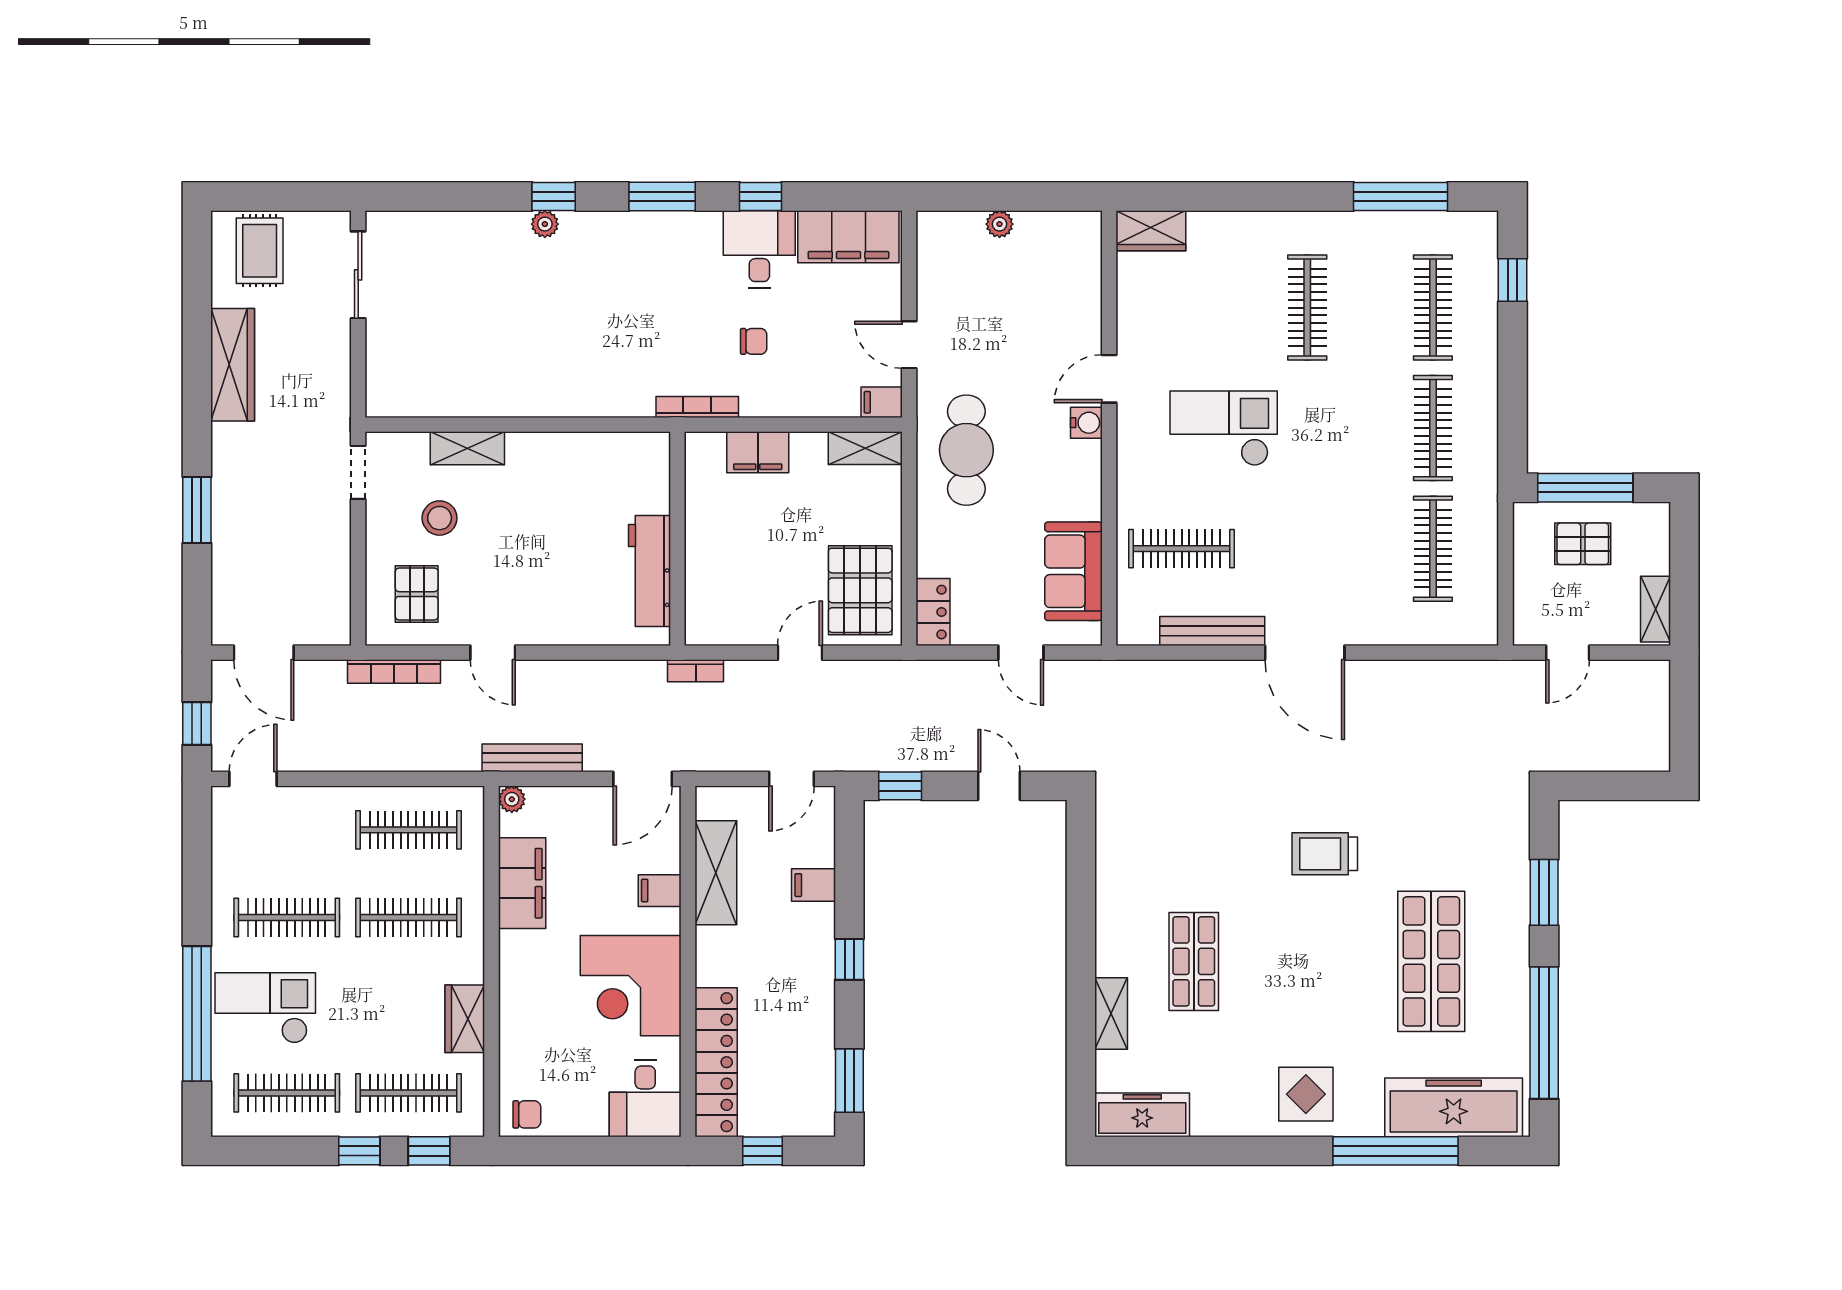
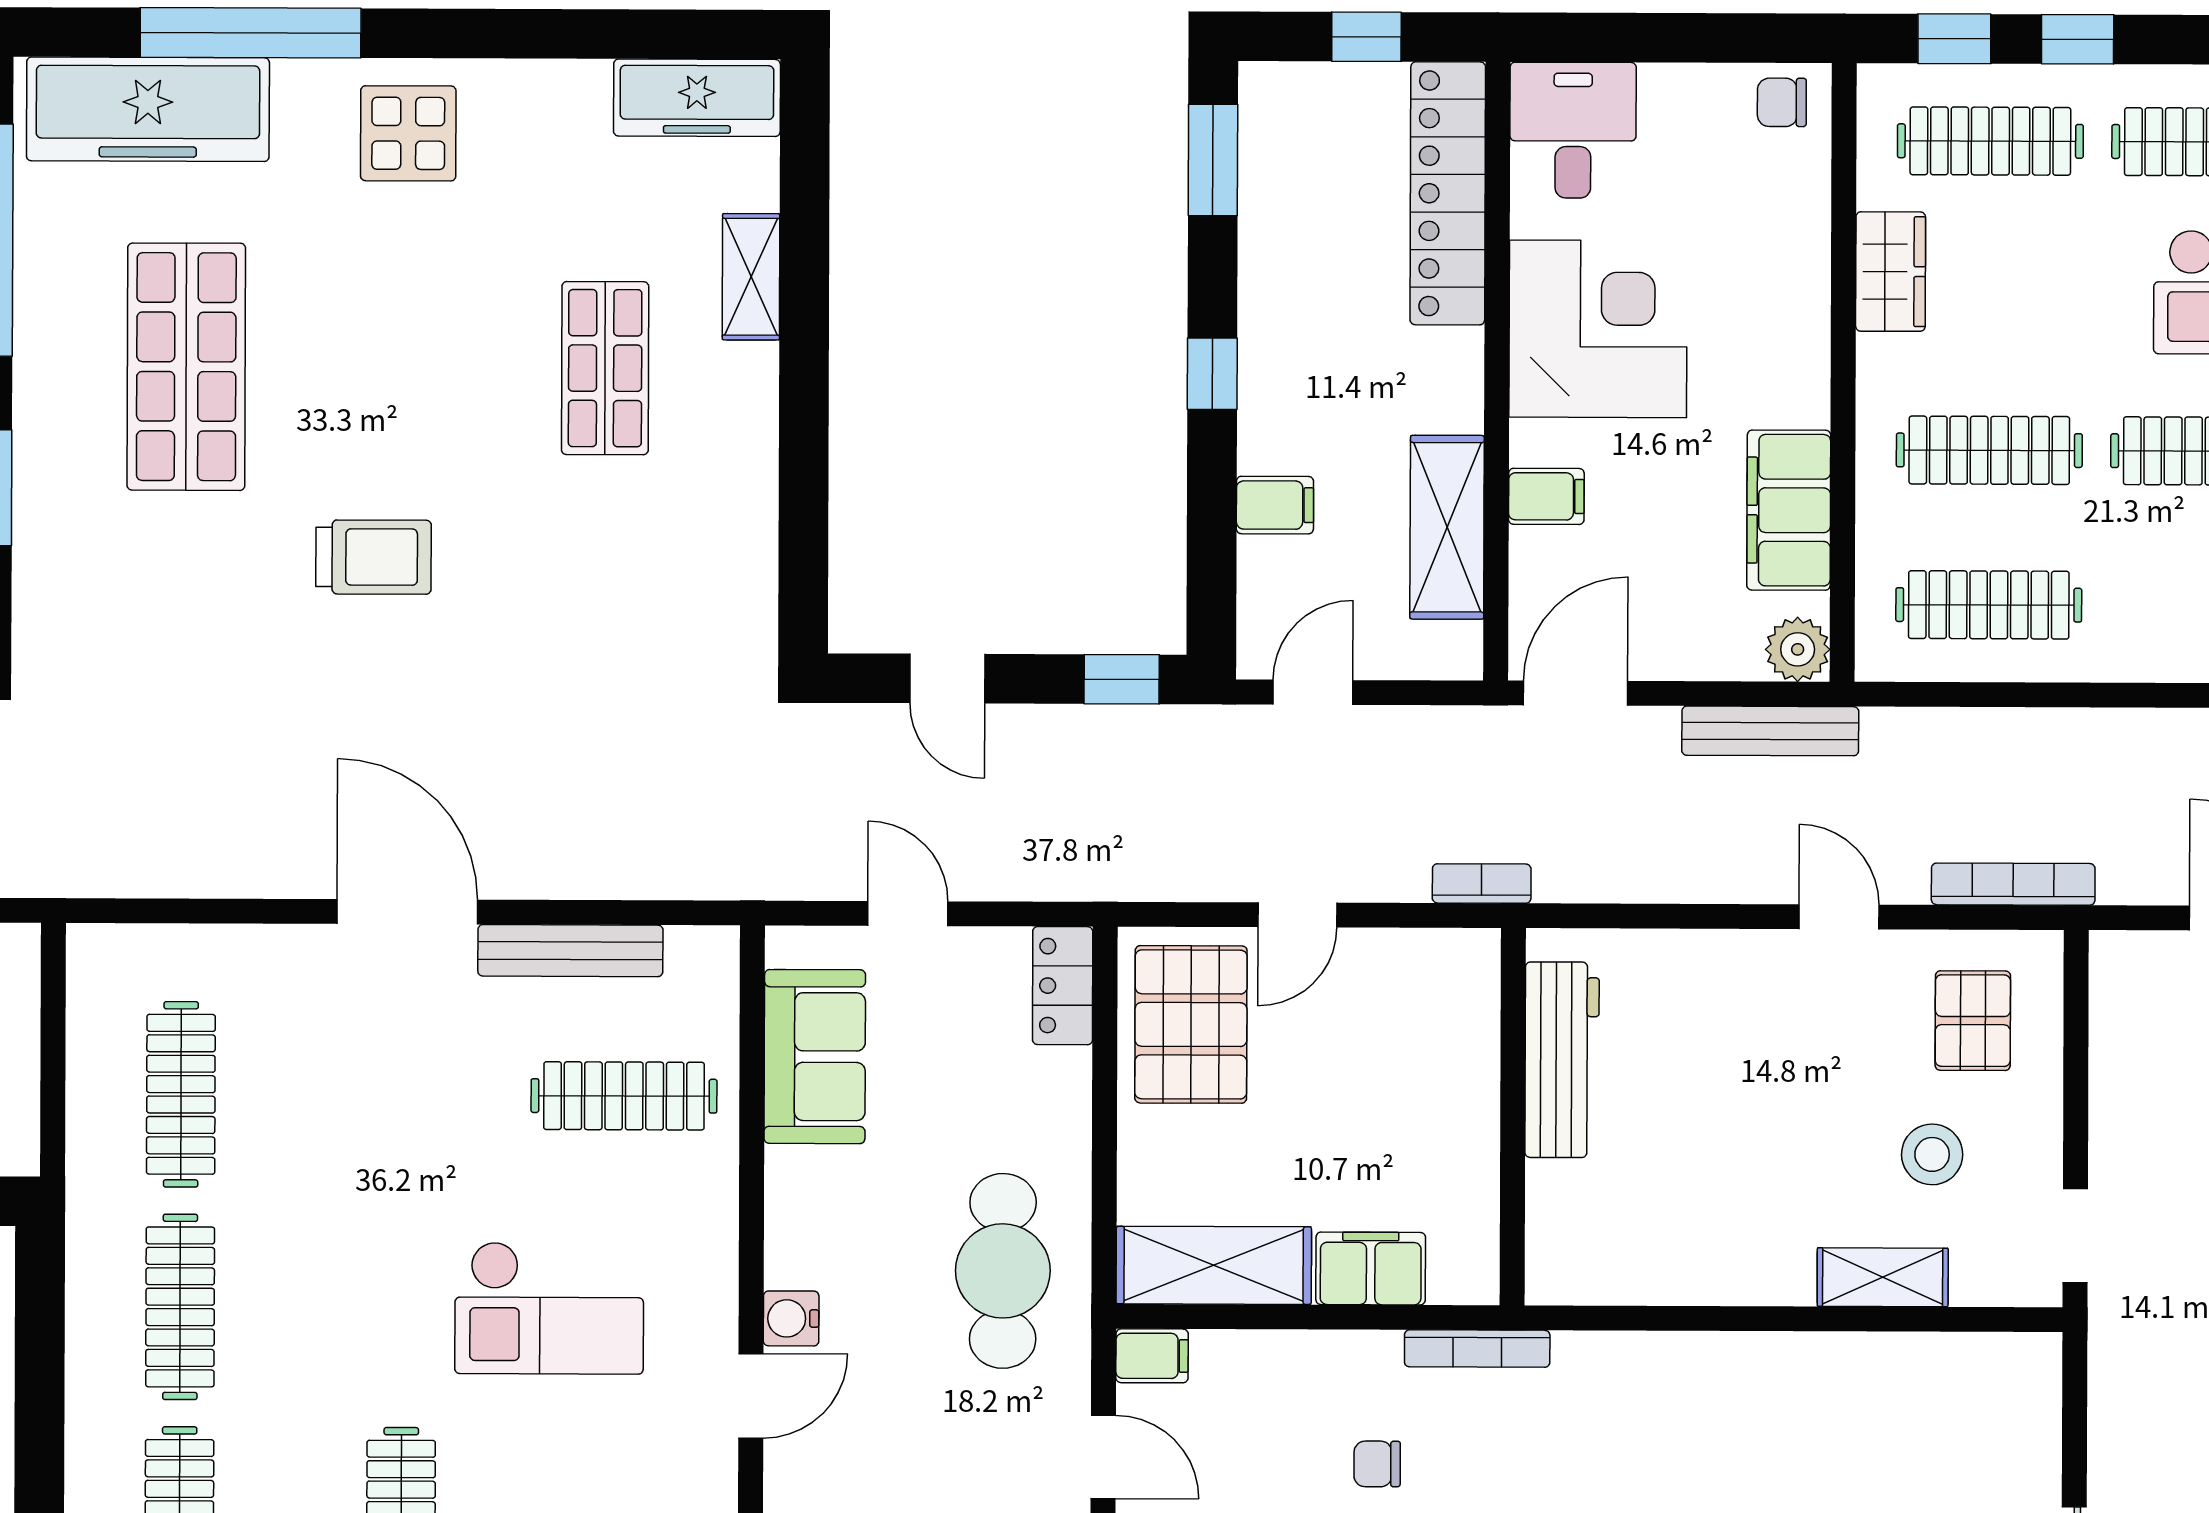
shelving: (865, 448) -> (1214, 1265), width x1.50, depth x1.33
plant: (512, 799) -> (1798, 649), width x1.38, depth x1.38

